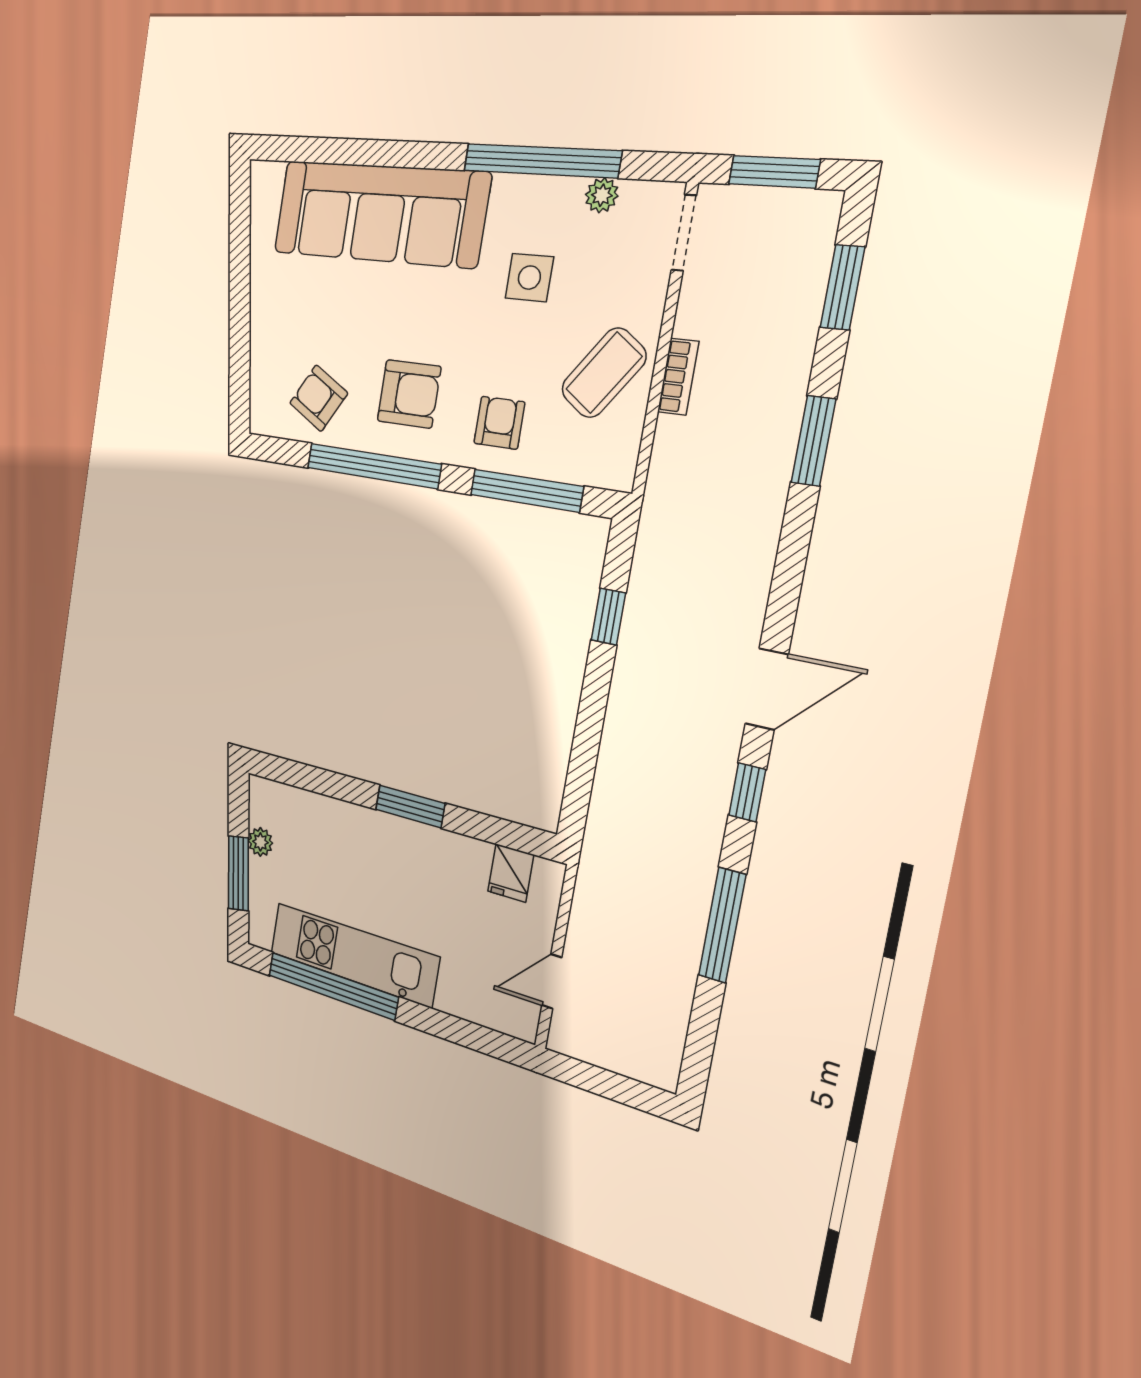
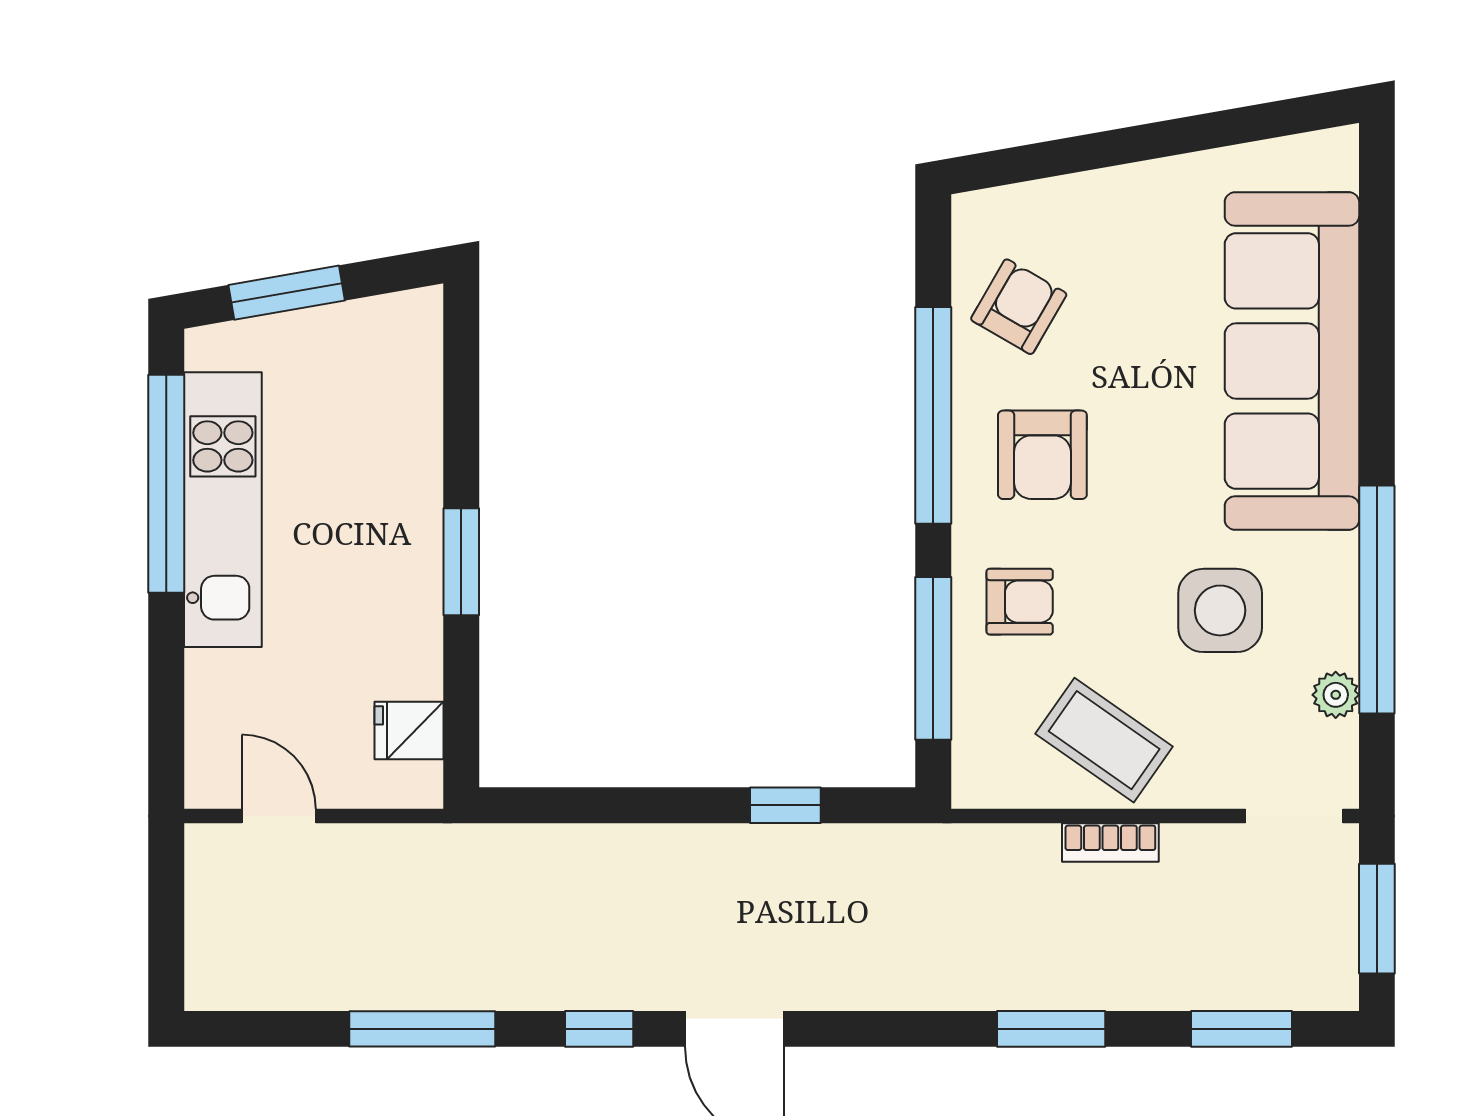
side table: (529, 278) -> (1220, 610), width x1.37, depth x1.37
plant: (260, 842) -> (344, 323), removed

